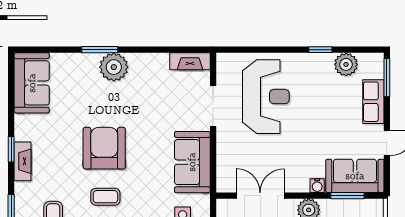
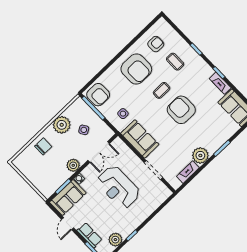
fireplace: (190, 61) -> (188, 172), moved
plant: (114, 67) -> (200, 155), moved
reception desk: (266, 97) -> (118, 187), moved
armchair: (104, 148) -> (181, 110), turned 180
fireplace: (23, 161) -> (220, 83), moved

